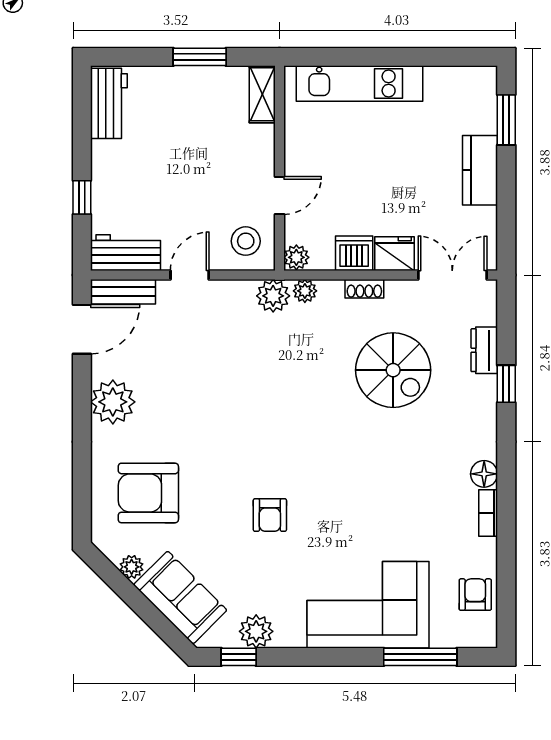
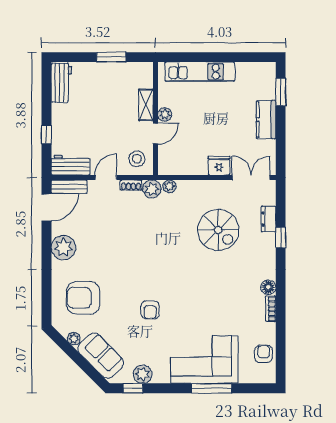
shelving: (262, 94) -> (146, 105), moved
dishwasher: (354, 253) -> (197, 165), removed
plant: (296, 257) -> (165, 114), moved
shoe rack: (364, 289) -> (131, 185), moved
window: (420, 657) -> (211, 388), moved

